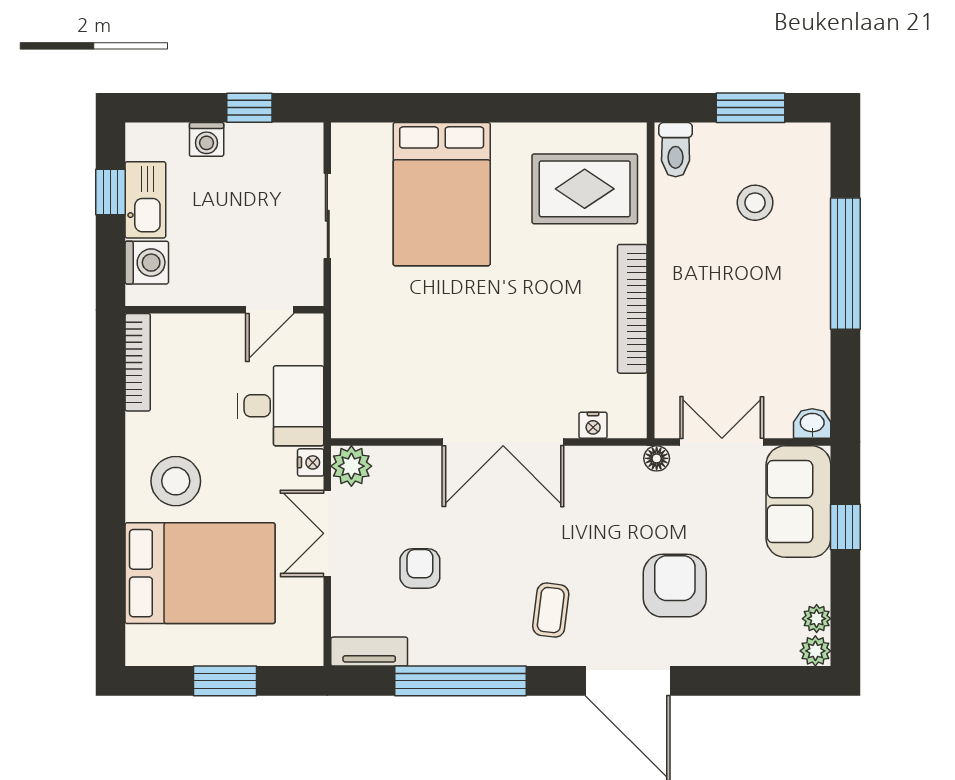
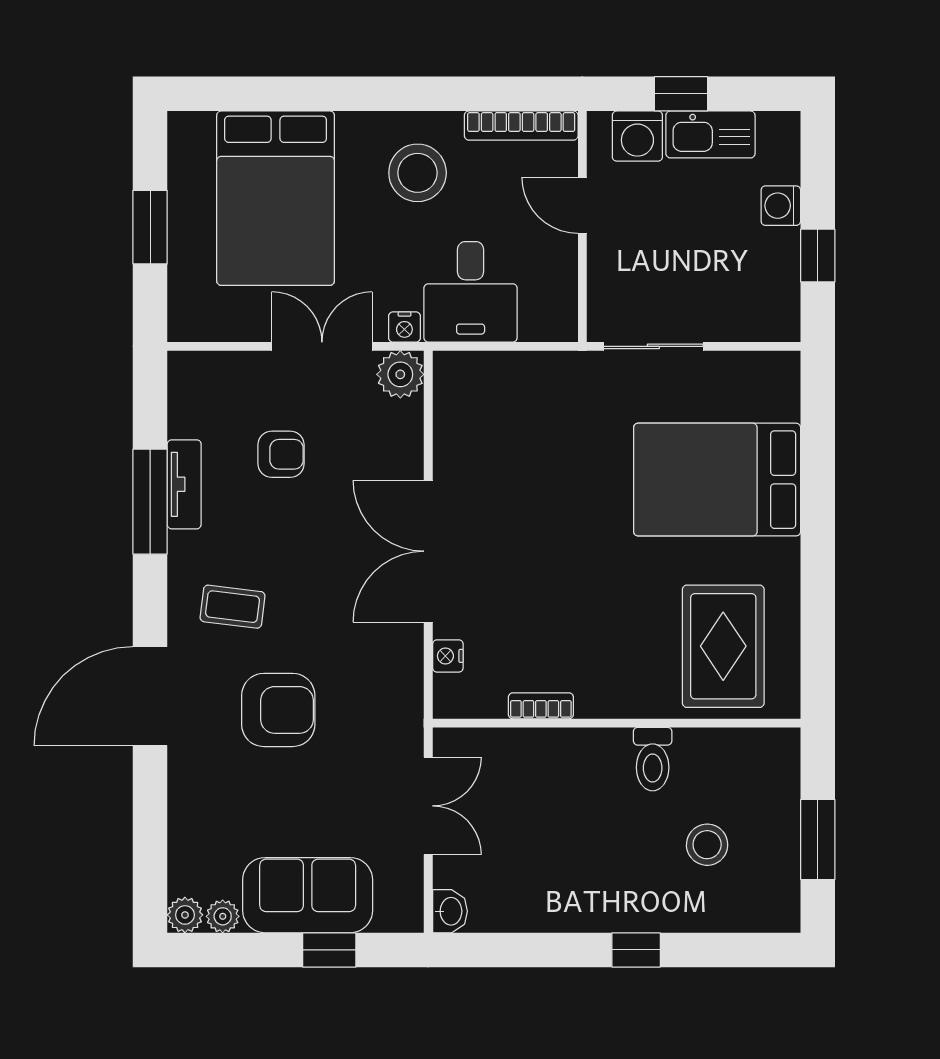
toilet: (676, 150) -> (653, 759), moved, turned -90
window: (111, 192) -> (681, 94), moved
sliding door: (327, 216) -> (653, 346), moved
window: (845, 264) -> (636, 950), width x0.32
bookcase: (632, 309) -> (541, 706), width x0.43, depth x0.76
door: (270, 310) -> (582, 205), moved
floor lamp: (657, 458) -> (409, 730), removed
stool: (176, 481) -> (418, 173), moved
sofa: (798, 502) -> (308, 895), moved
armchair: (675, 586) -> (278, 710), moved
tv unit: (369, 652) -> (184, 484), moved
window: (460, 681) -> (150, 502), width x0.68

